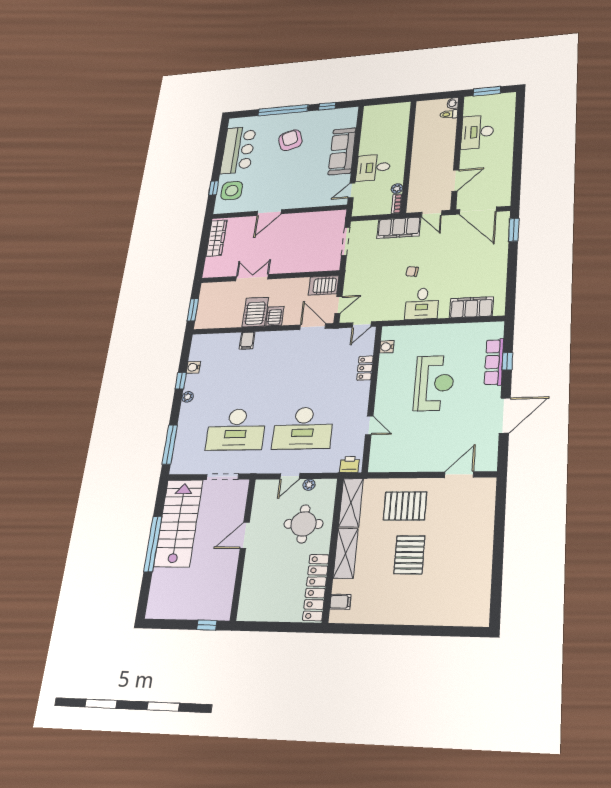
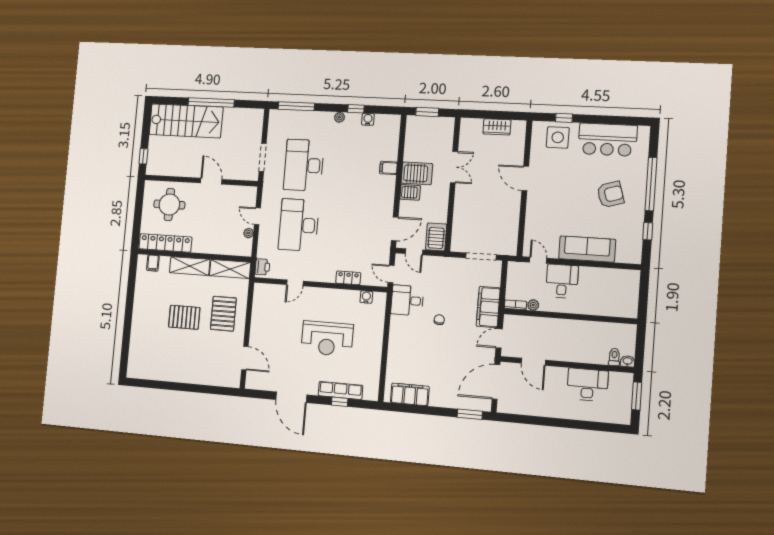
wardrobe: (216, 238) -> (497, 127), width x0.67
desk: (422, 304) -> (407, 300), moved
filing cabinet: (471, 307) -> (410, 394), moved, turned -90
stairs: (178, 523) -> (186, 121), moved
round table: (303, 524) -> (169, 205), moved

